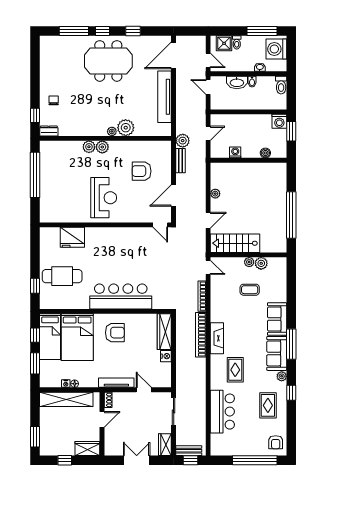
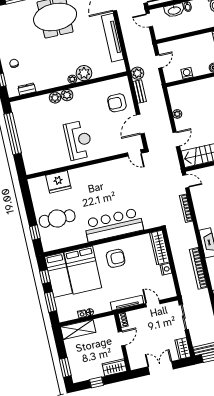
dresser: (49, 131) -> (27, 89), moved
armchair: (142, 171) -> (117, 103), moved
bookcase: (201, 335) -> (198, 268), moved
shelving: (66, 399) -> (78, 329), width x0.68

